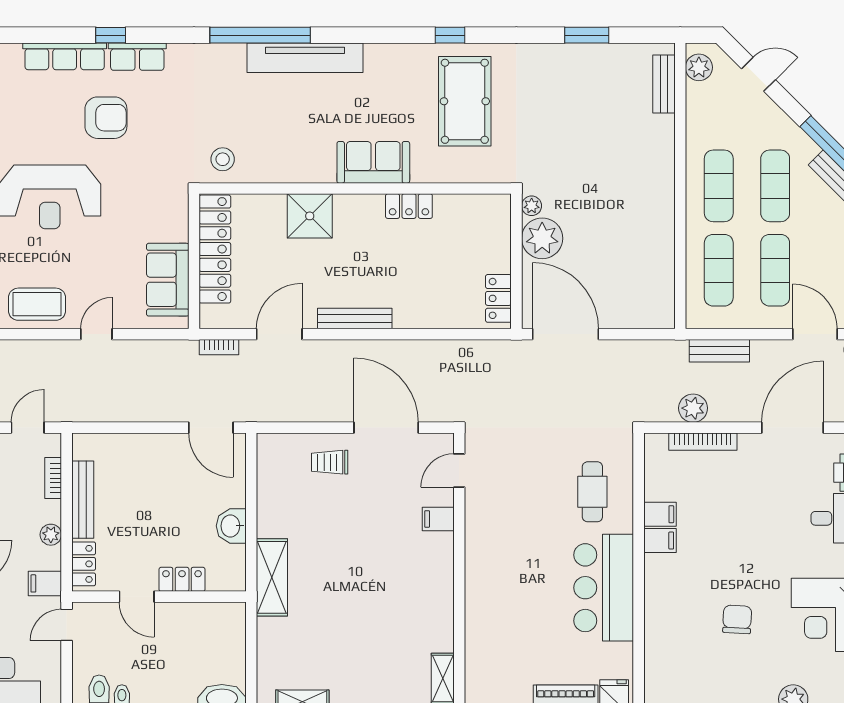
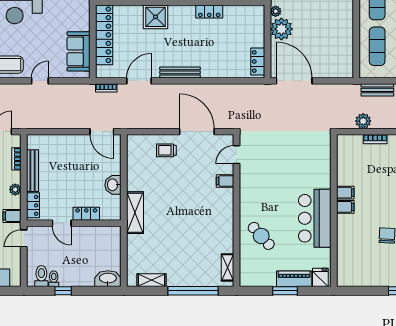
bookcase: (703, 442) -> (375, 139), width x0.64
cafe table: (592, 492) -> (261, 236), moved, turned -42
filing cabinet: (660, 514) -> (345, 207), moved

